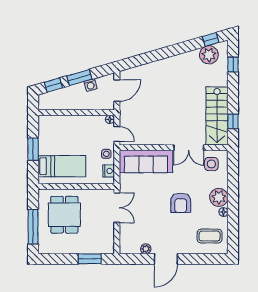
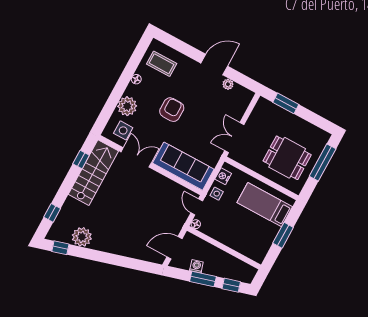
plant: (209, 55) -> (82, 237), moved
plant: (219, 197) -> (127, 106), moved
dining table: (64, 215) -> (287, 158), turned 90

